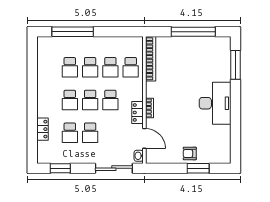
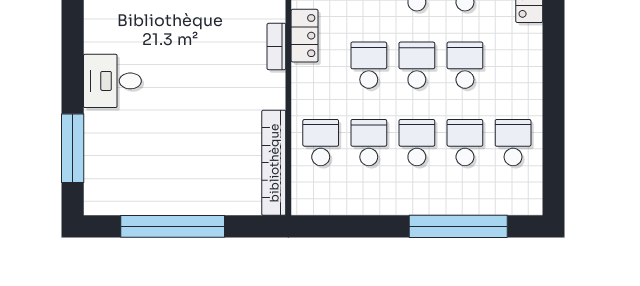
school desk: (49, 67) -> (513, 143), added
desk: (215, 103) -> (112, 81), width x0.53, depth x0.77

